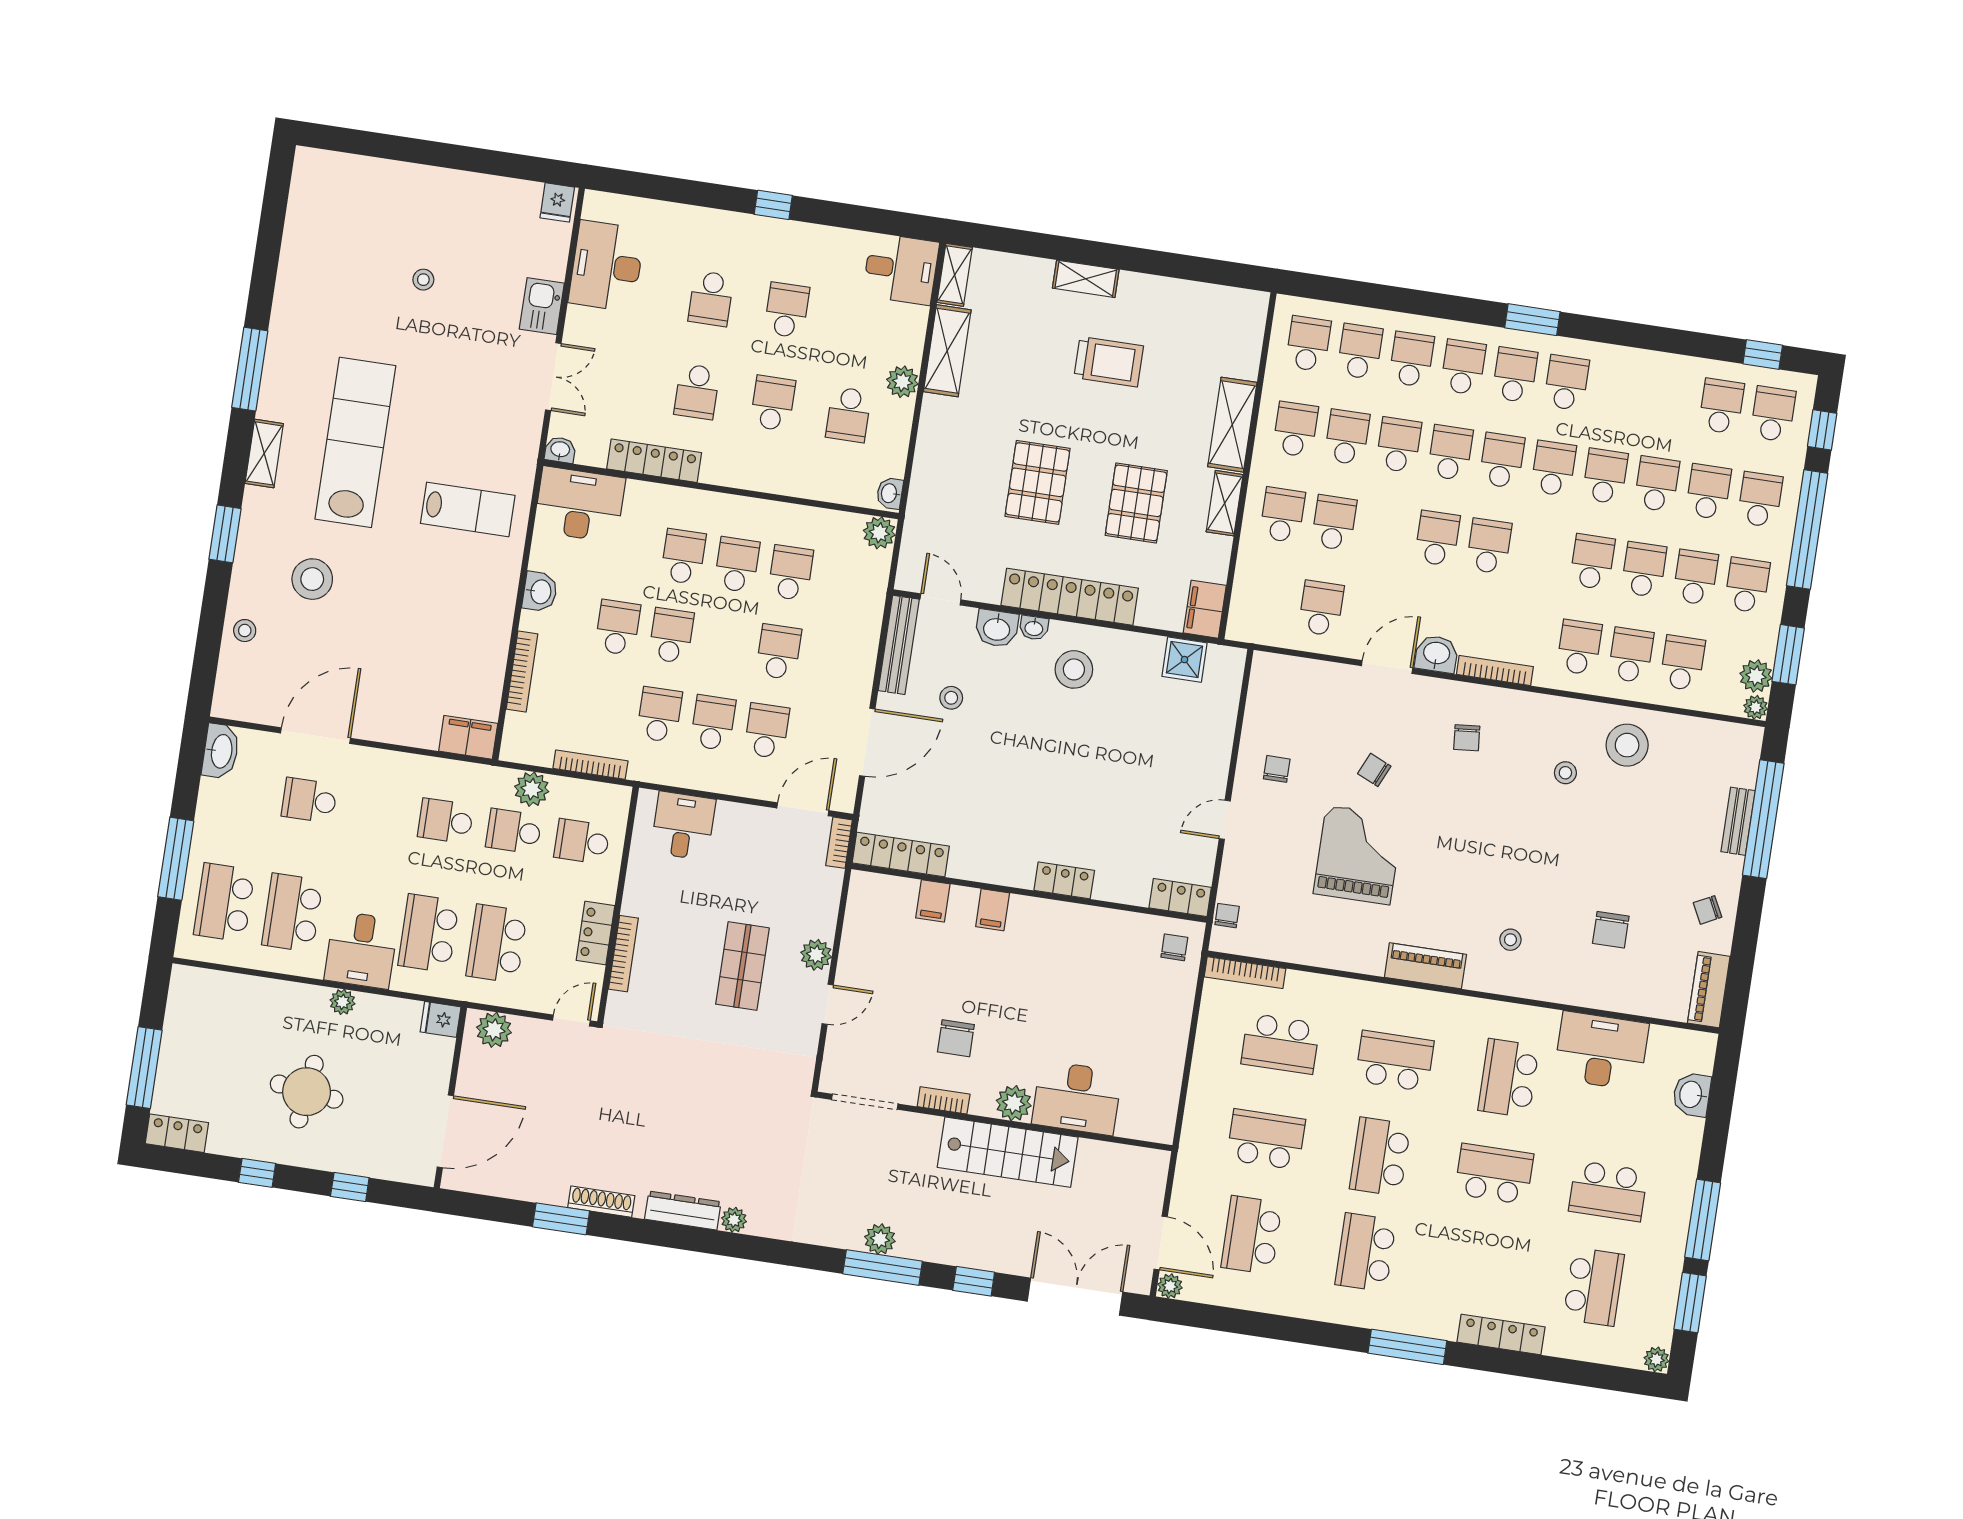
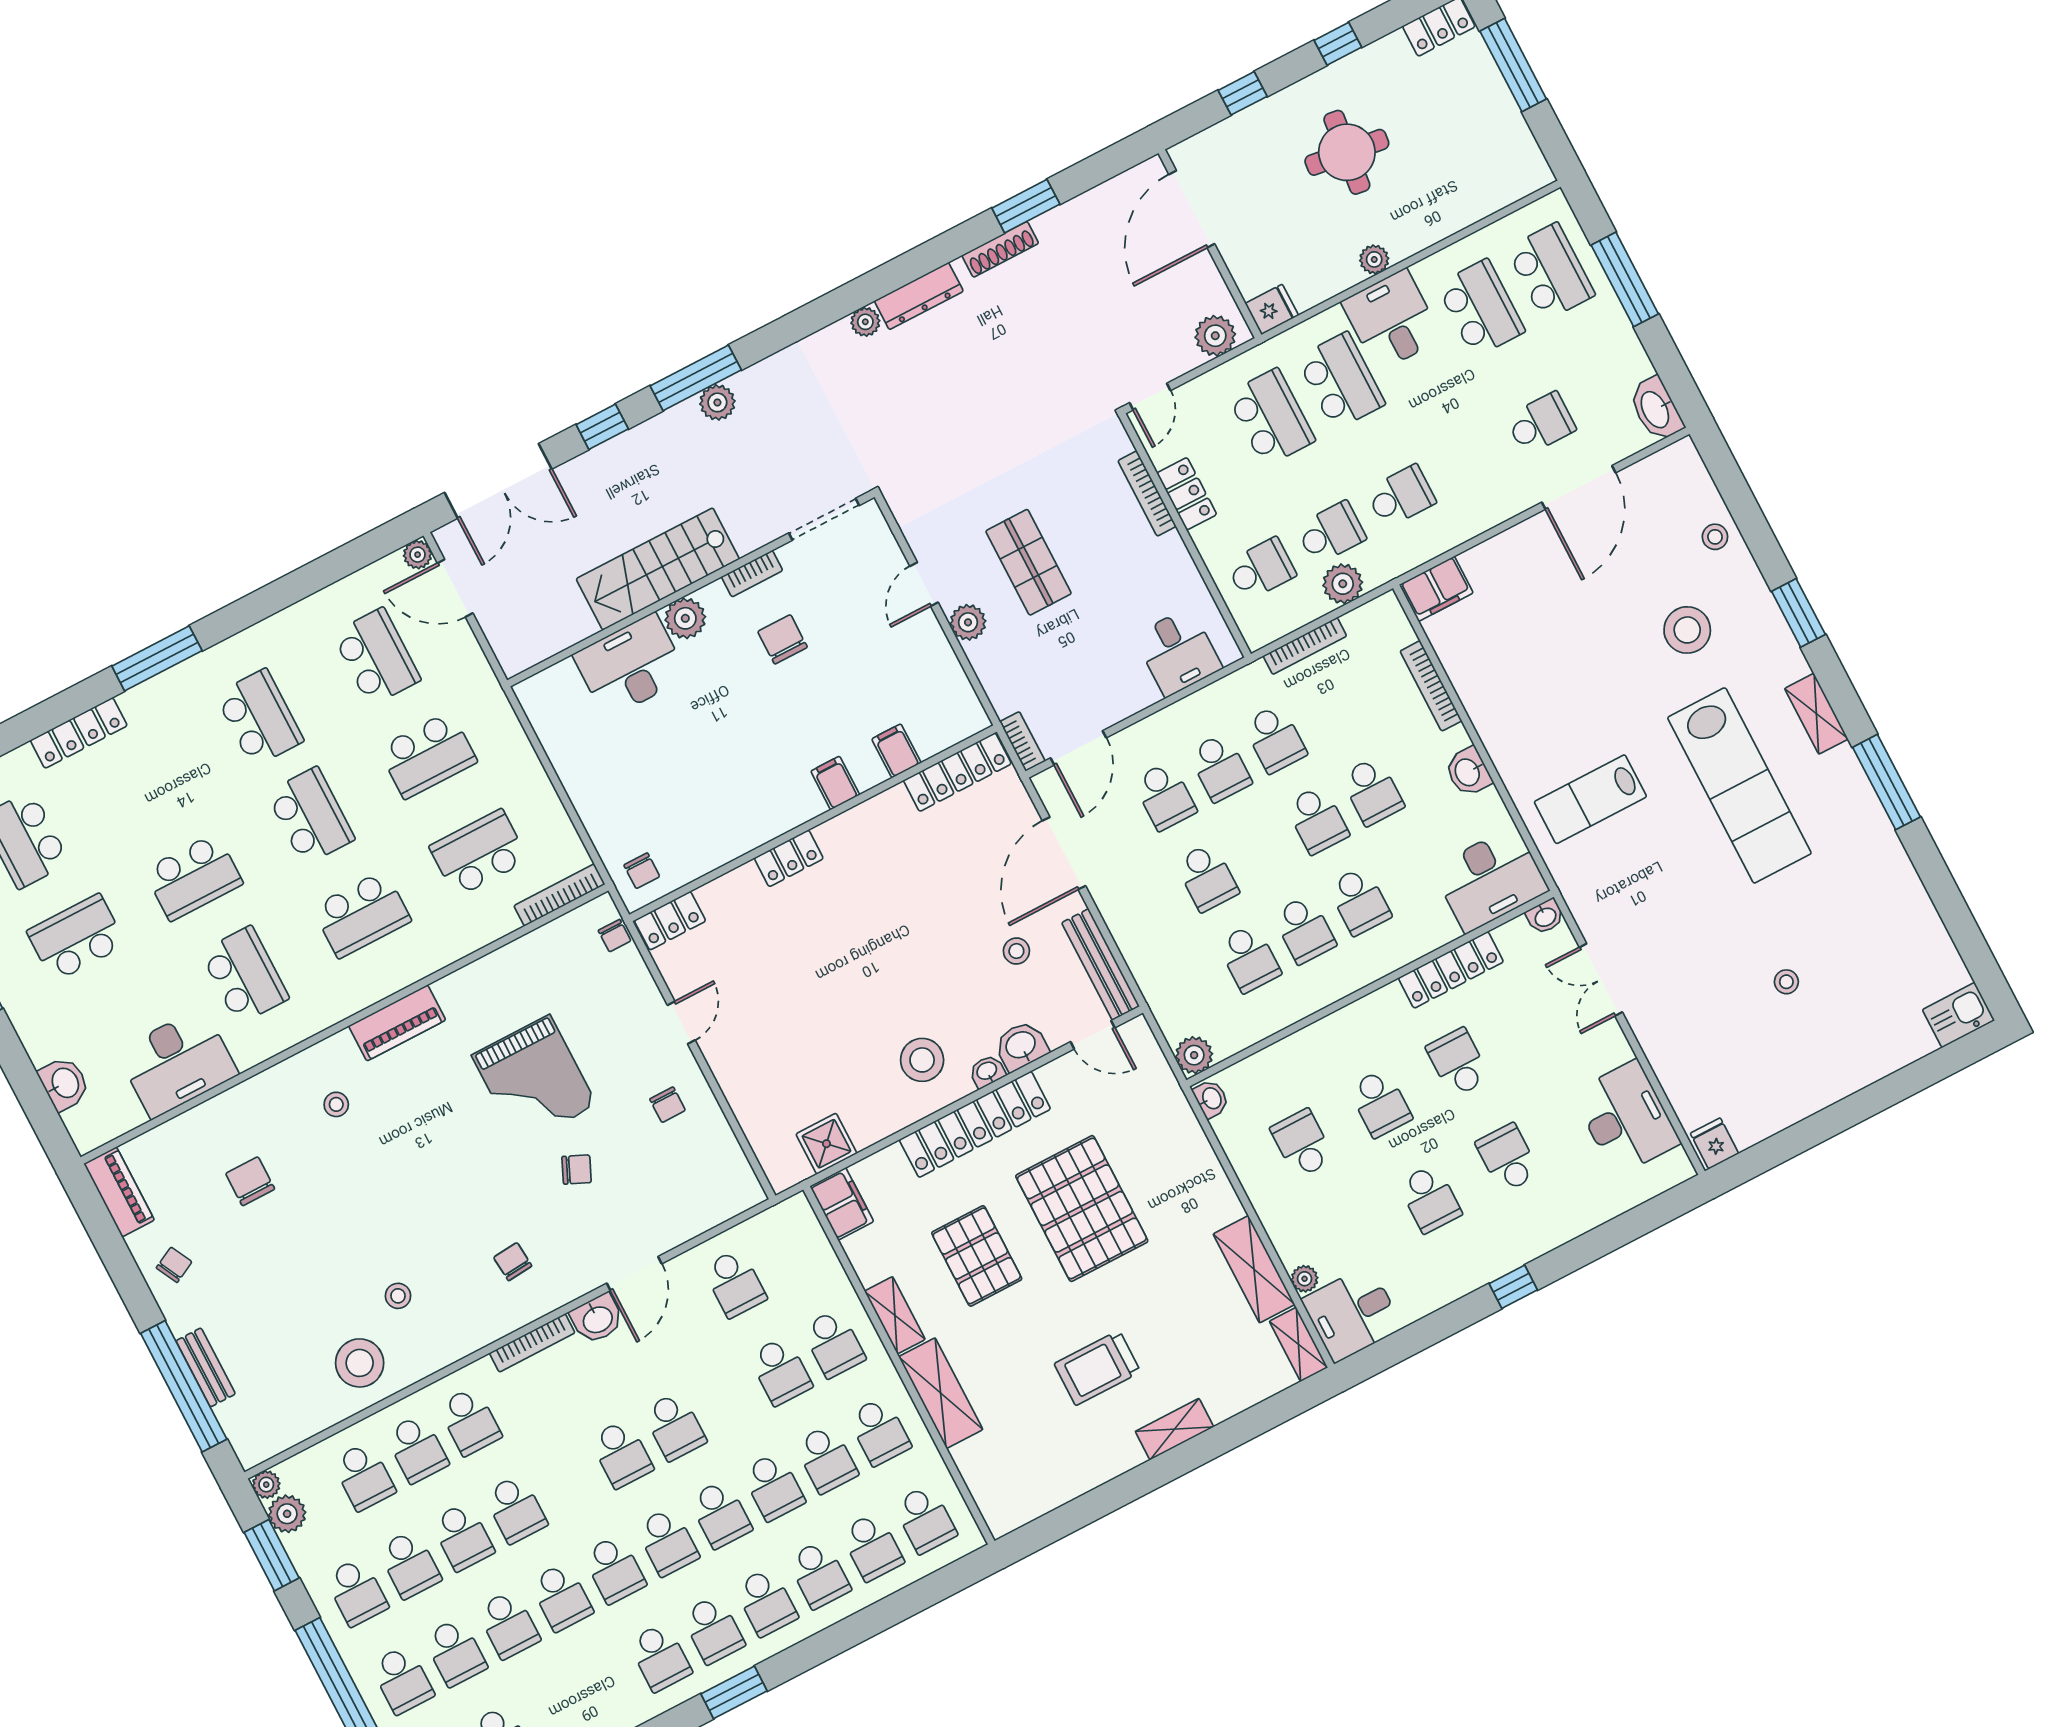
kitchen sink: (542, 306) -> (1958, 1015), moved, turned -90
plant: (902, 382) -> (1305, 1279), moved, width x0.73, depth x0.73
pallet: (1038, 482) -> (1082, 1208), width x1.37, depth x1.41

